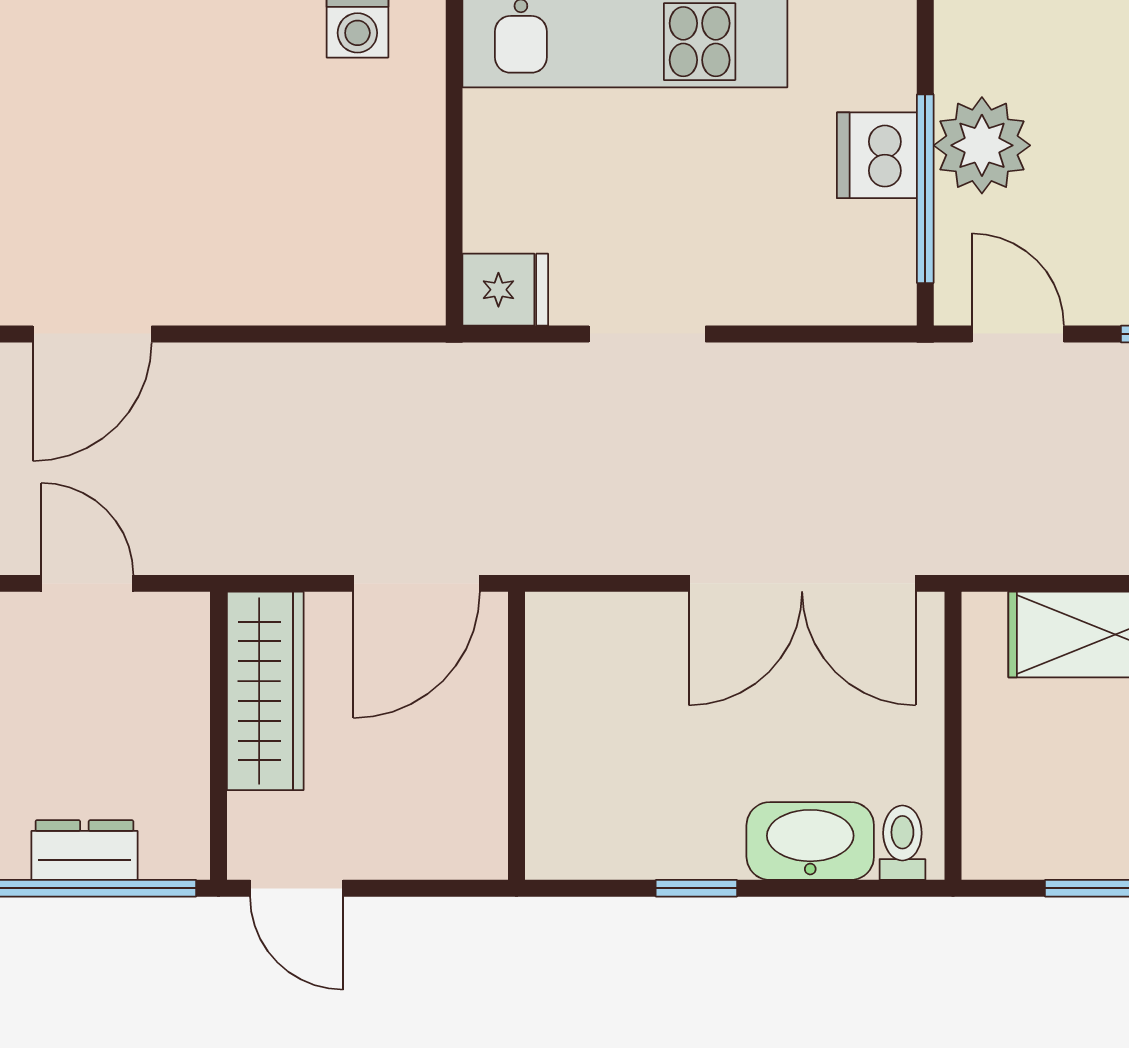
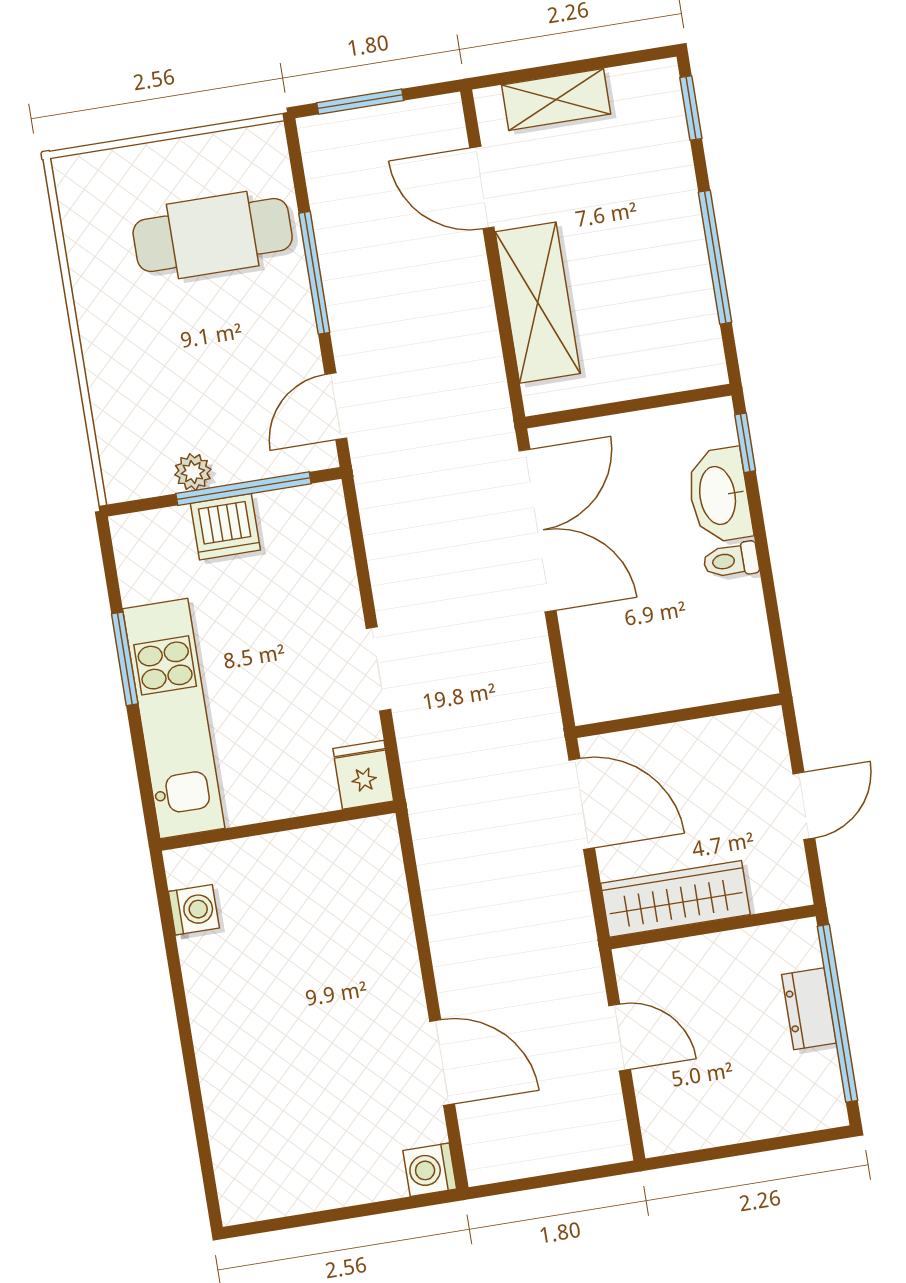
plant: (982, 145) -> (193, 472), width x0.53, depth x0.53
door: (87, 583) -> (620, 1037), swing flipped
toilet: (902, 843) -> (731, 560), moved
door: (297, 888) -> (804, 806), moved
window: (696, 888) -> (745, 443), moved

